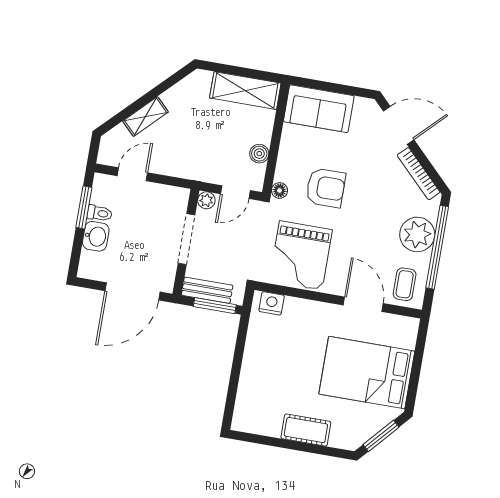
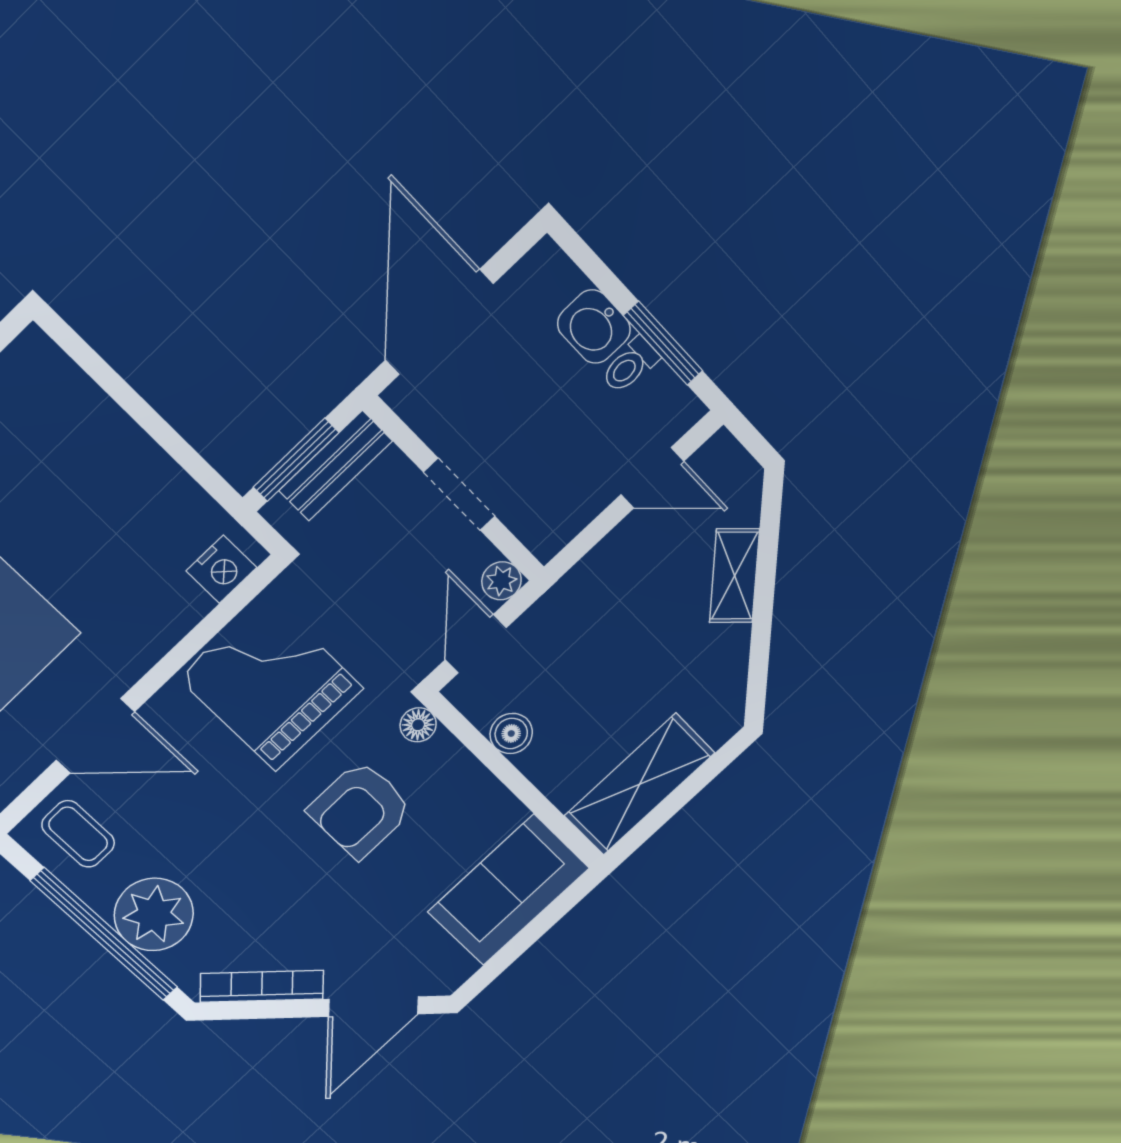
door: (132, 174) -> (652, 478), hinge flipped
doorway: (187, 239) -> (459, 494), width x0.73

